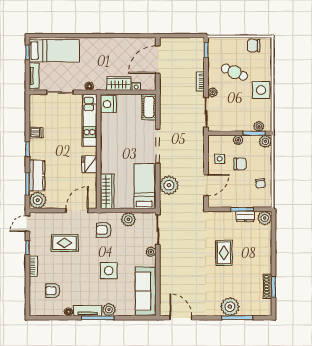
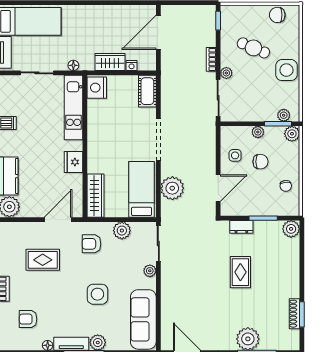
dresser: (245, 216) -> (241, 227), moved

